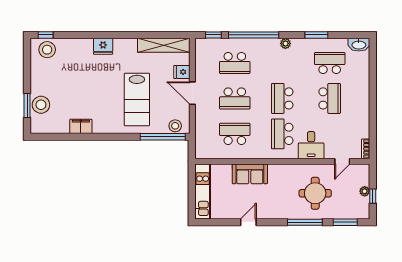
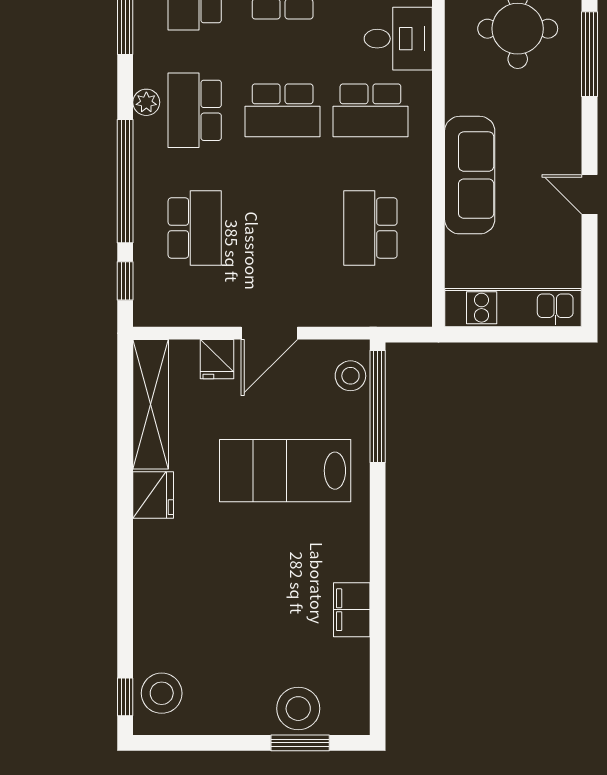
fridge: (103, 46) -> (153, 495), moved
school desk: (235, 98) -> (195, 110), moved, turned 180
lab bench: (137, 99) -> (285, 471), turned 180
sofa: (250, 174) -> (470, 175), width x1.36

